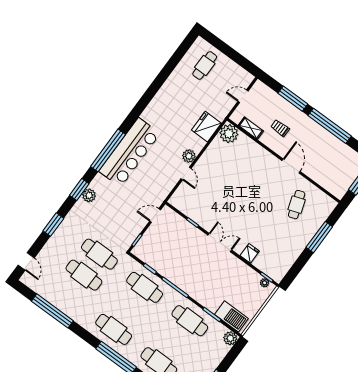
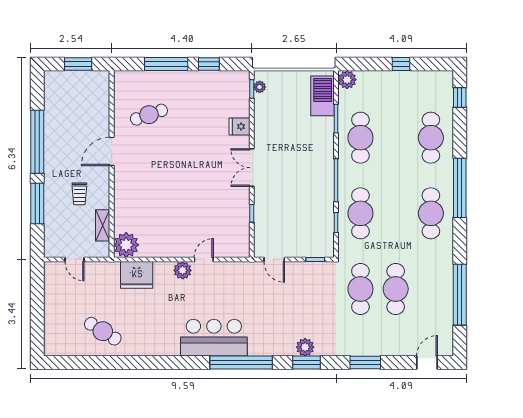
cafe table: (205, 65) -> (103, 331), moved, turned 32
bar counter: (130, 152) -> (214, 338), width x0.73
window: (300, 263) -> (209, 64), added

